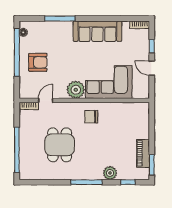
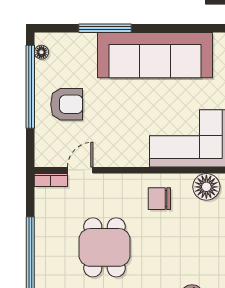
sofa: (97, 31) -> (155, 55), width x1.36, depth x1.27
plant: (76, 90) -> (133, 152), removed
floor lamp: (118, 110) -> (206, 187), added

